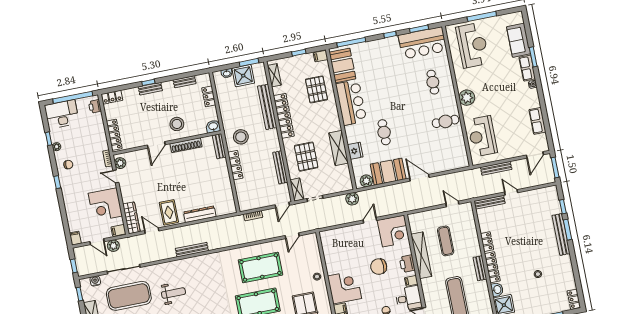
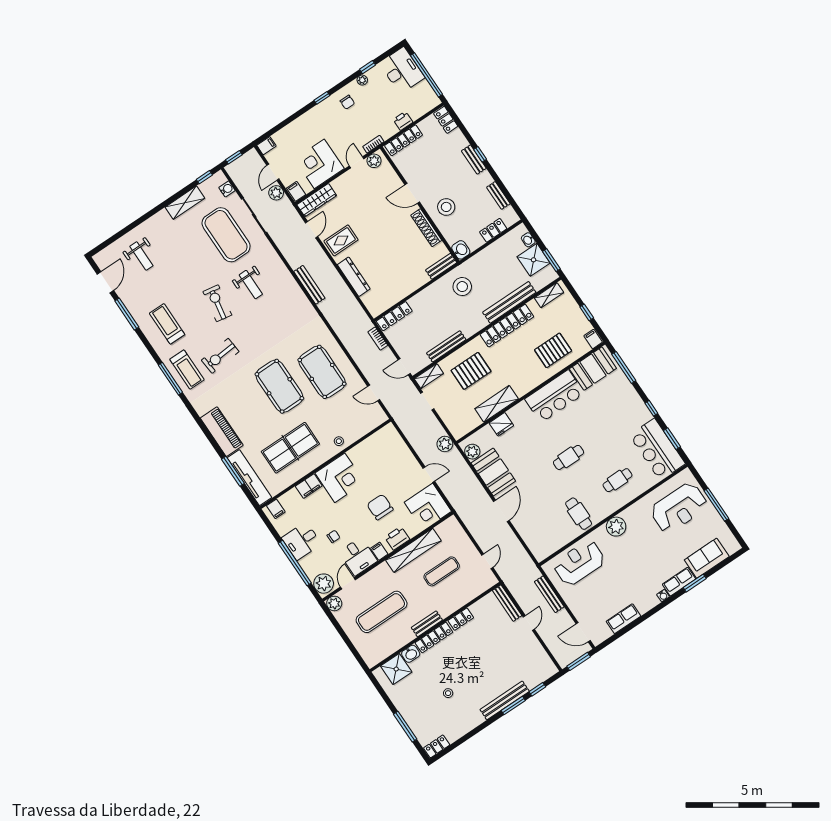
printer: (95, 106) -> (403, 121), moved
cafe table: (384, 132) -> (569, 457), moved
locker: (235, 165) -> (394, 316), moved

